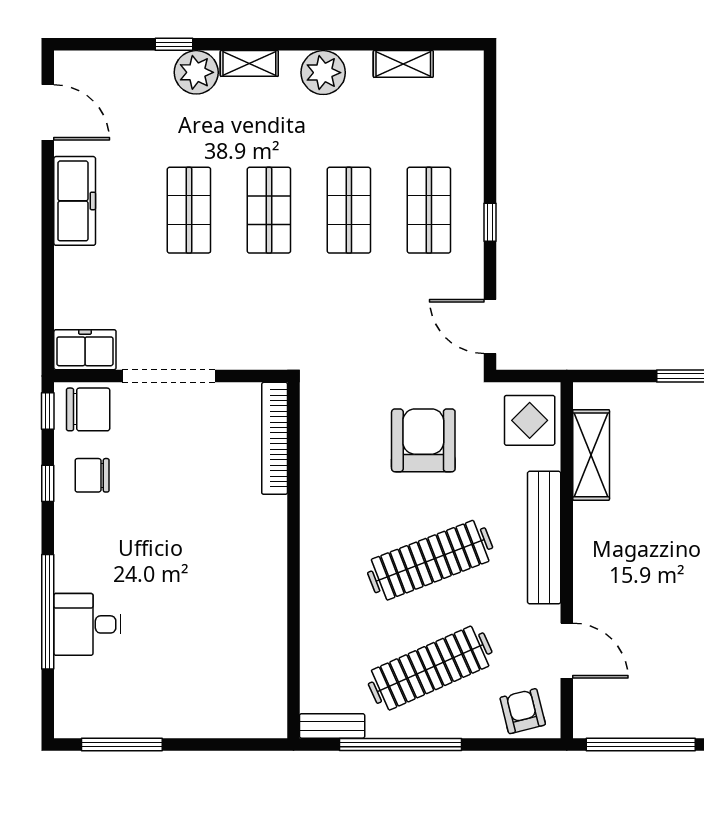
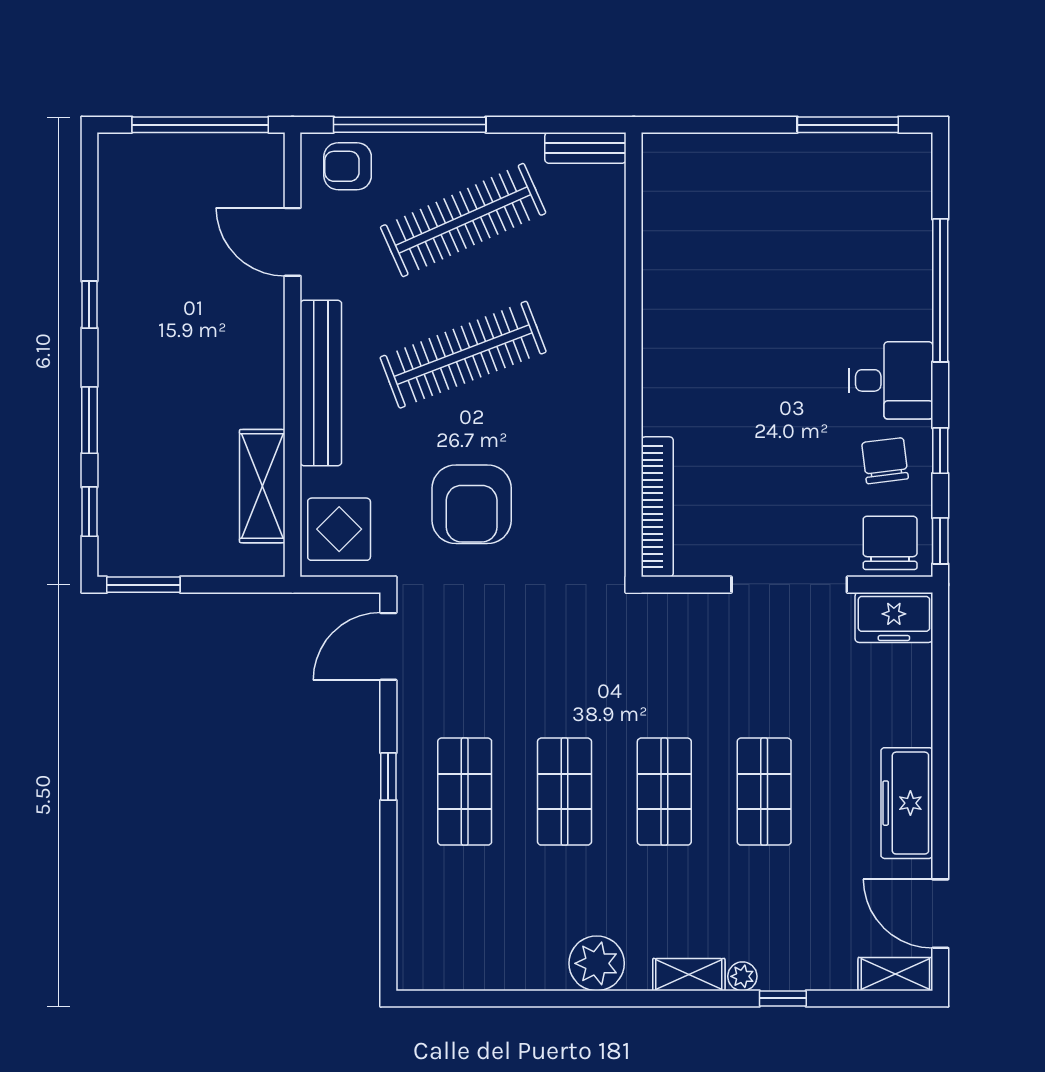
shelving: (403, 64) -> (895, 974), moved
plant: (196, 72) -> (742, 976), width x0.53, depth x0.53
door: (490, 326) -> (388, 646), swing flipped
chair: (88, 409) -> (890, 543), turned 90
chair: (92, 475) -> (885, 461), turned -97
desk: (87, 624) -> (891, 380), moved
armchair: (523, 711) -> (348, 166), turned 104
window: (401, 744) -> (410, 125), moved

